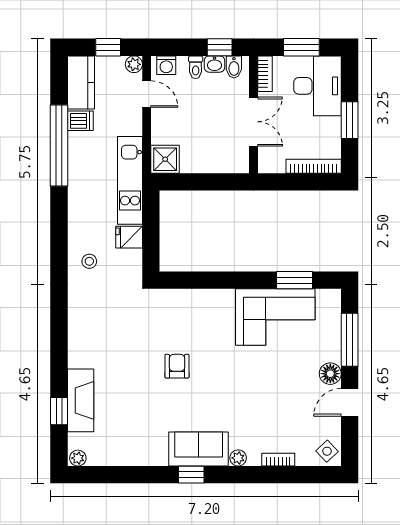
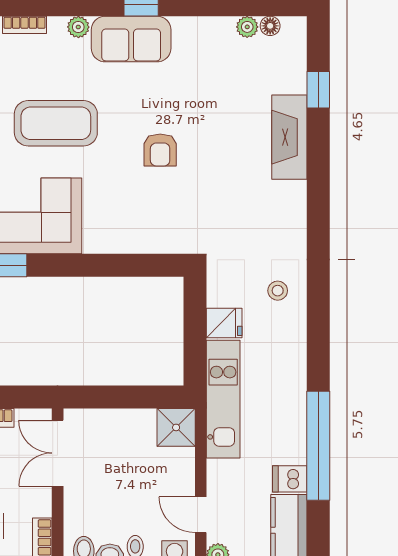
double door: (254, 122) -> (58, 453), moved
coffee table: (255, 386) -> (56, 123), added
fireplace: (81, 400) -> (289, 137), moved
plant: (78, 458) -> (247, 27), moved
floor lamp: (95, 459) -> (270, 26), added

